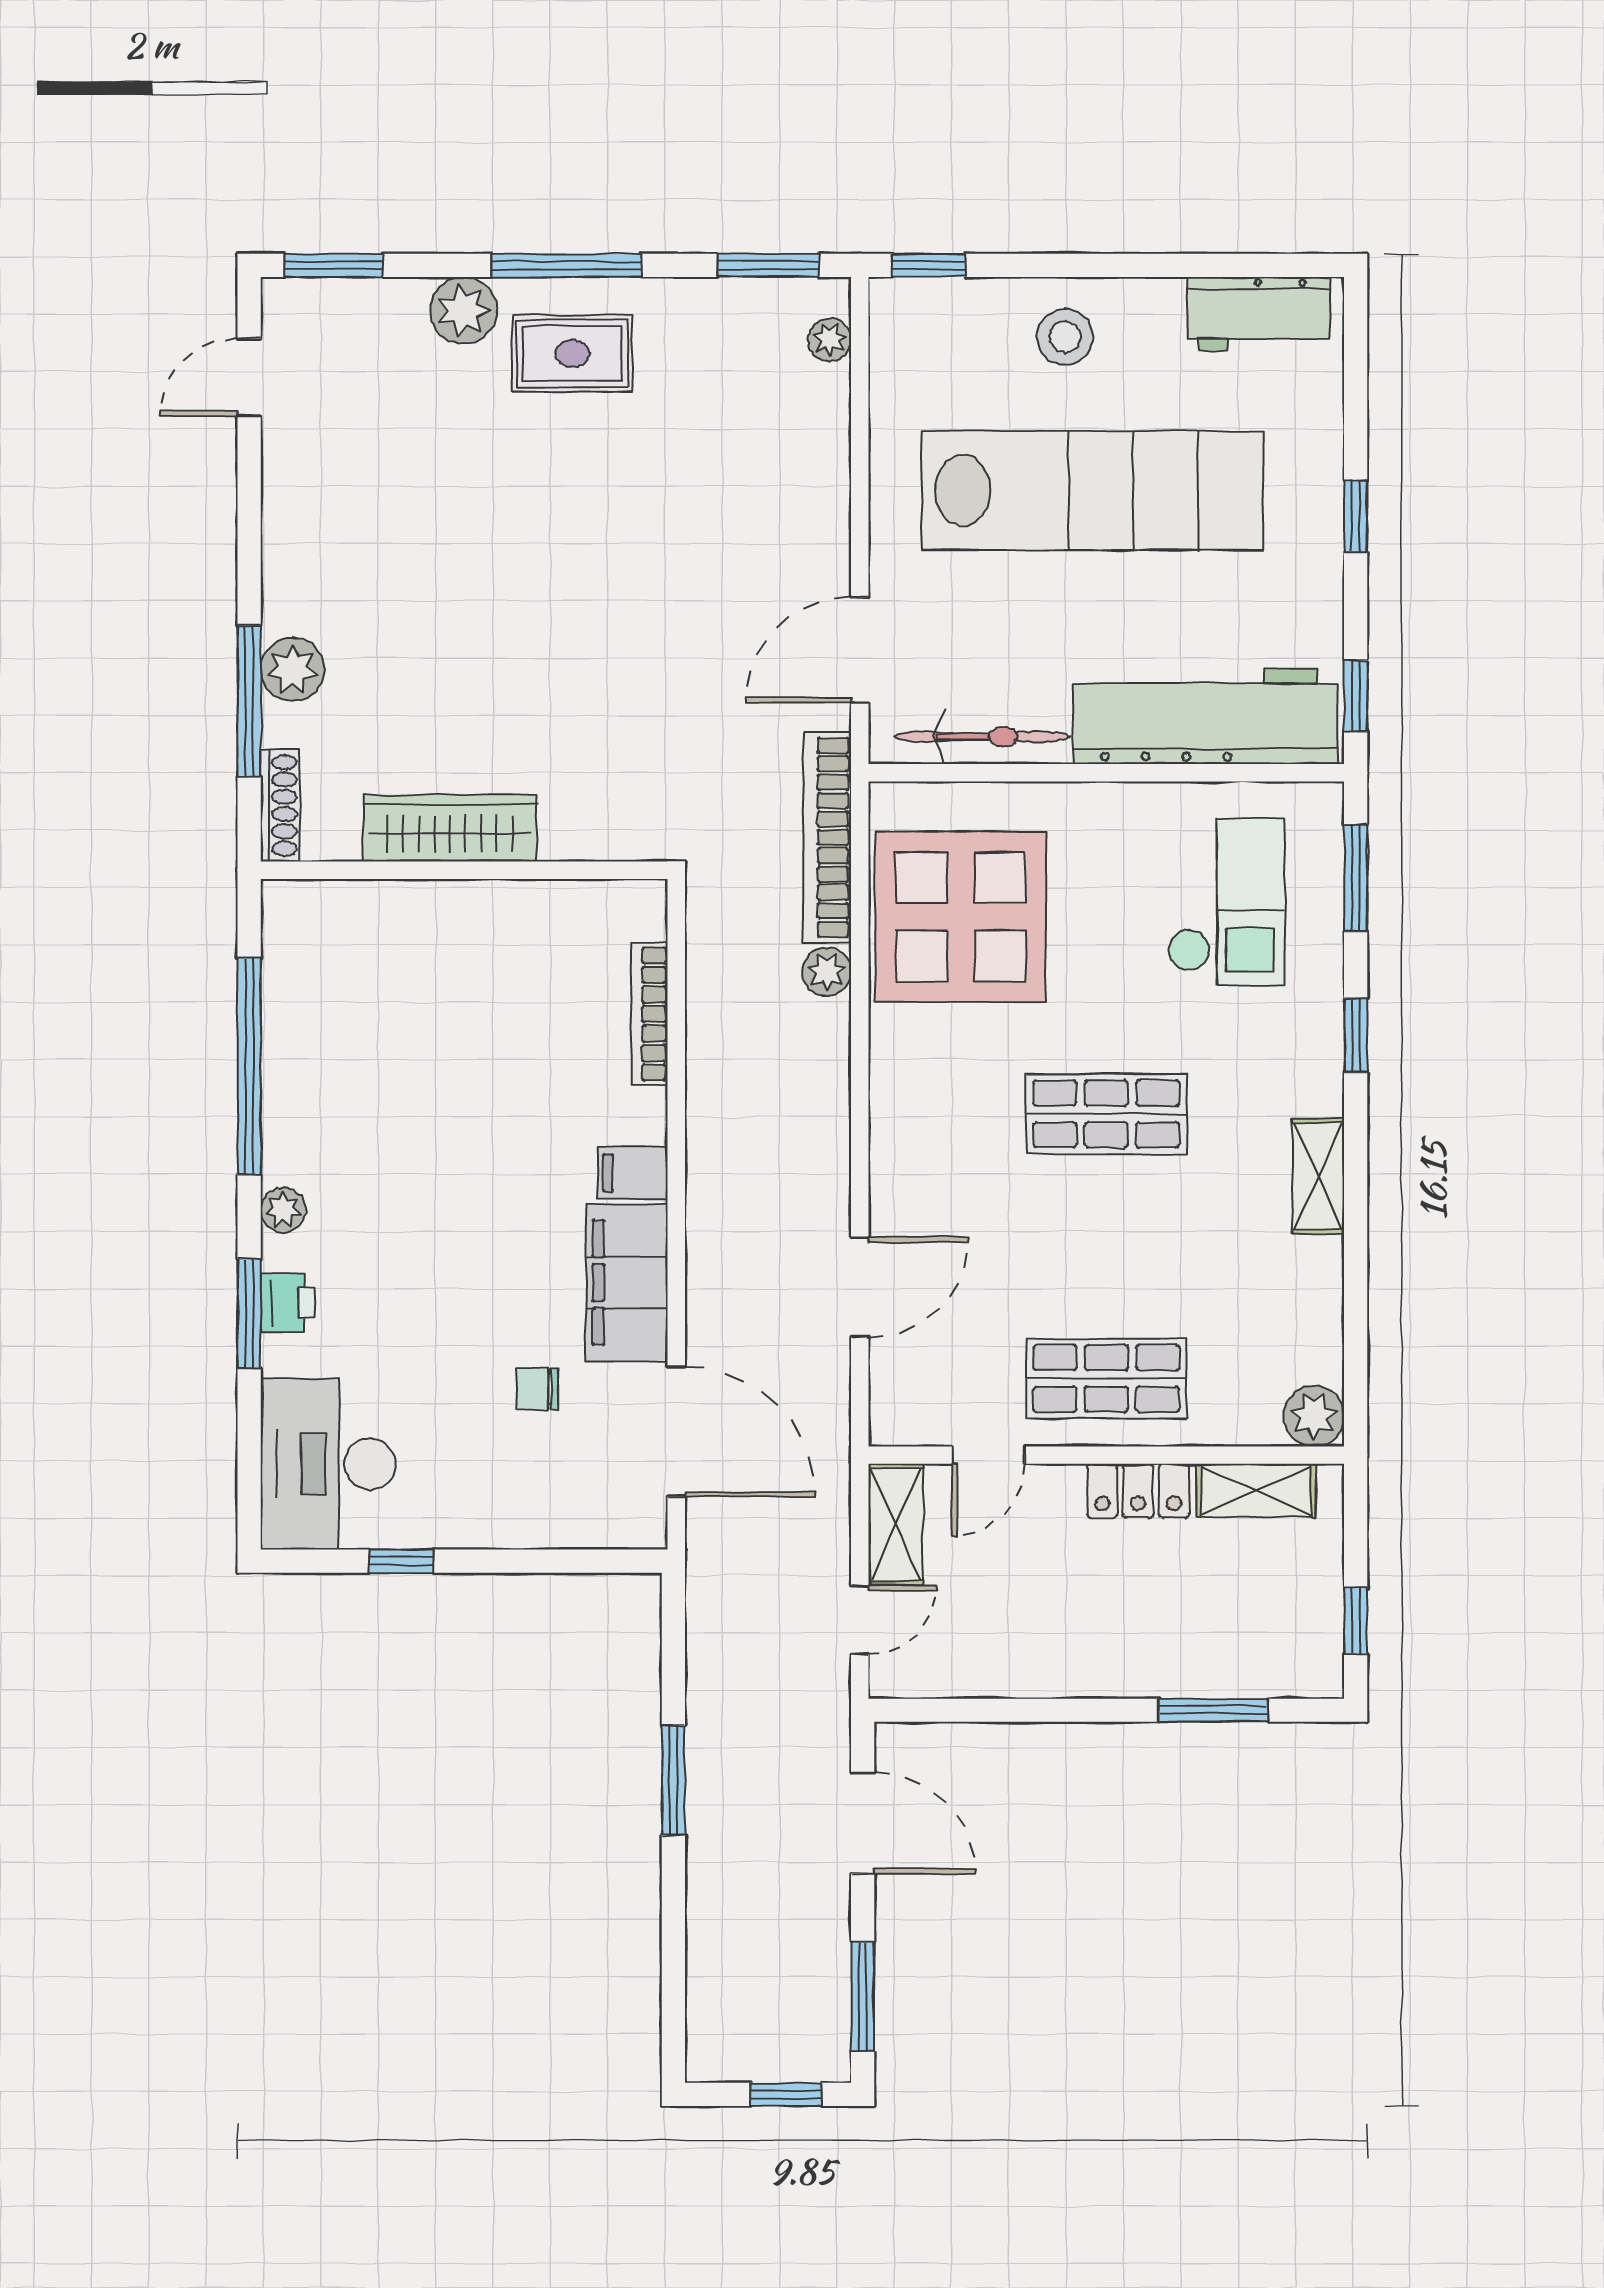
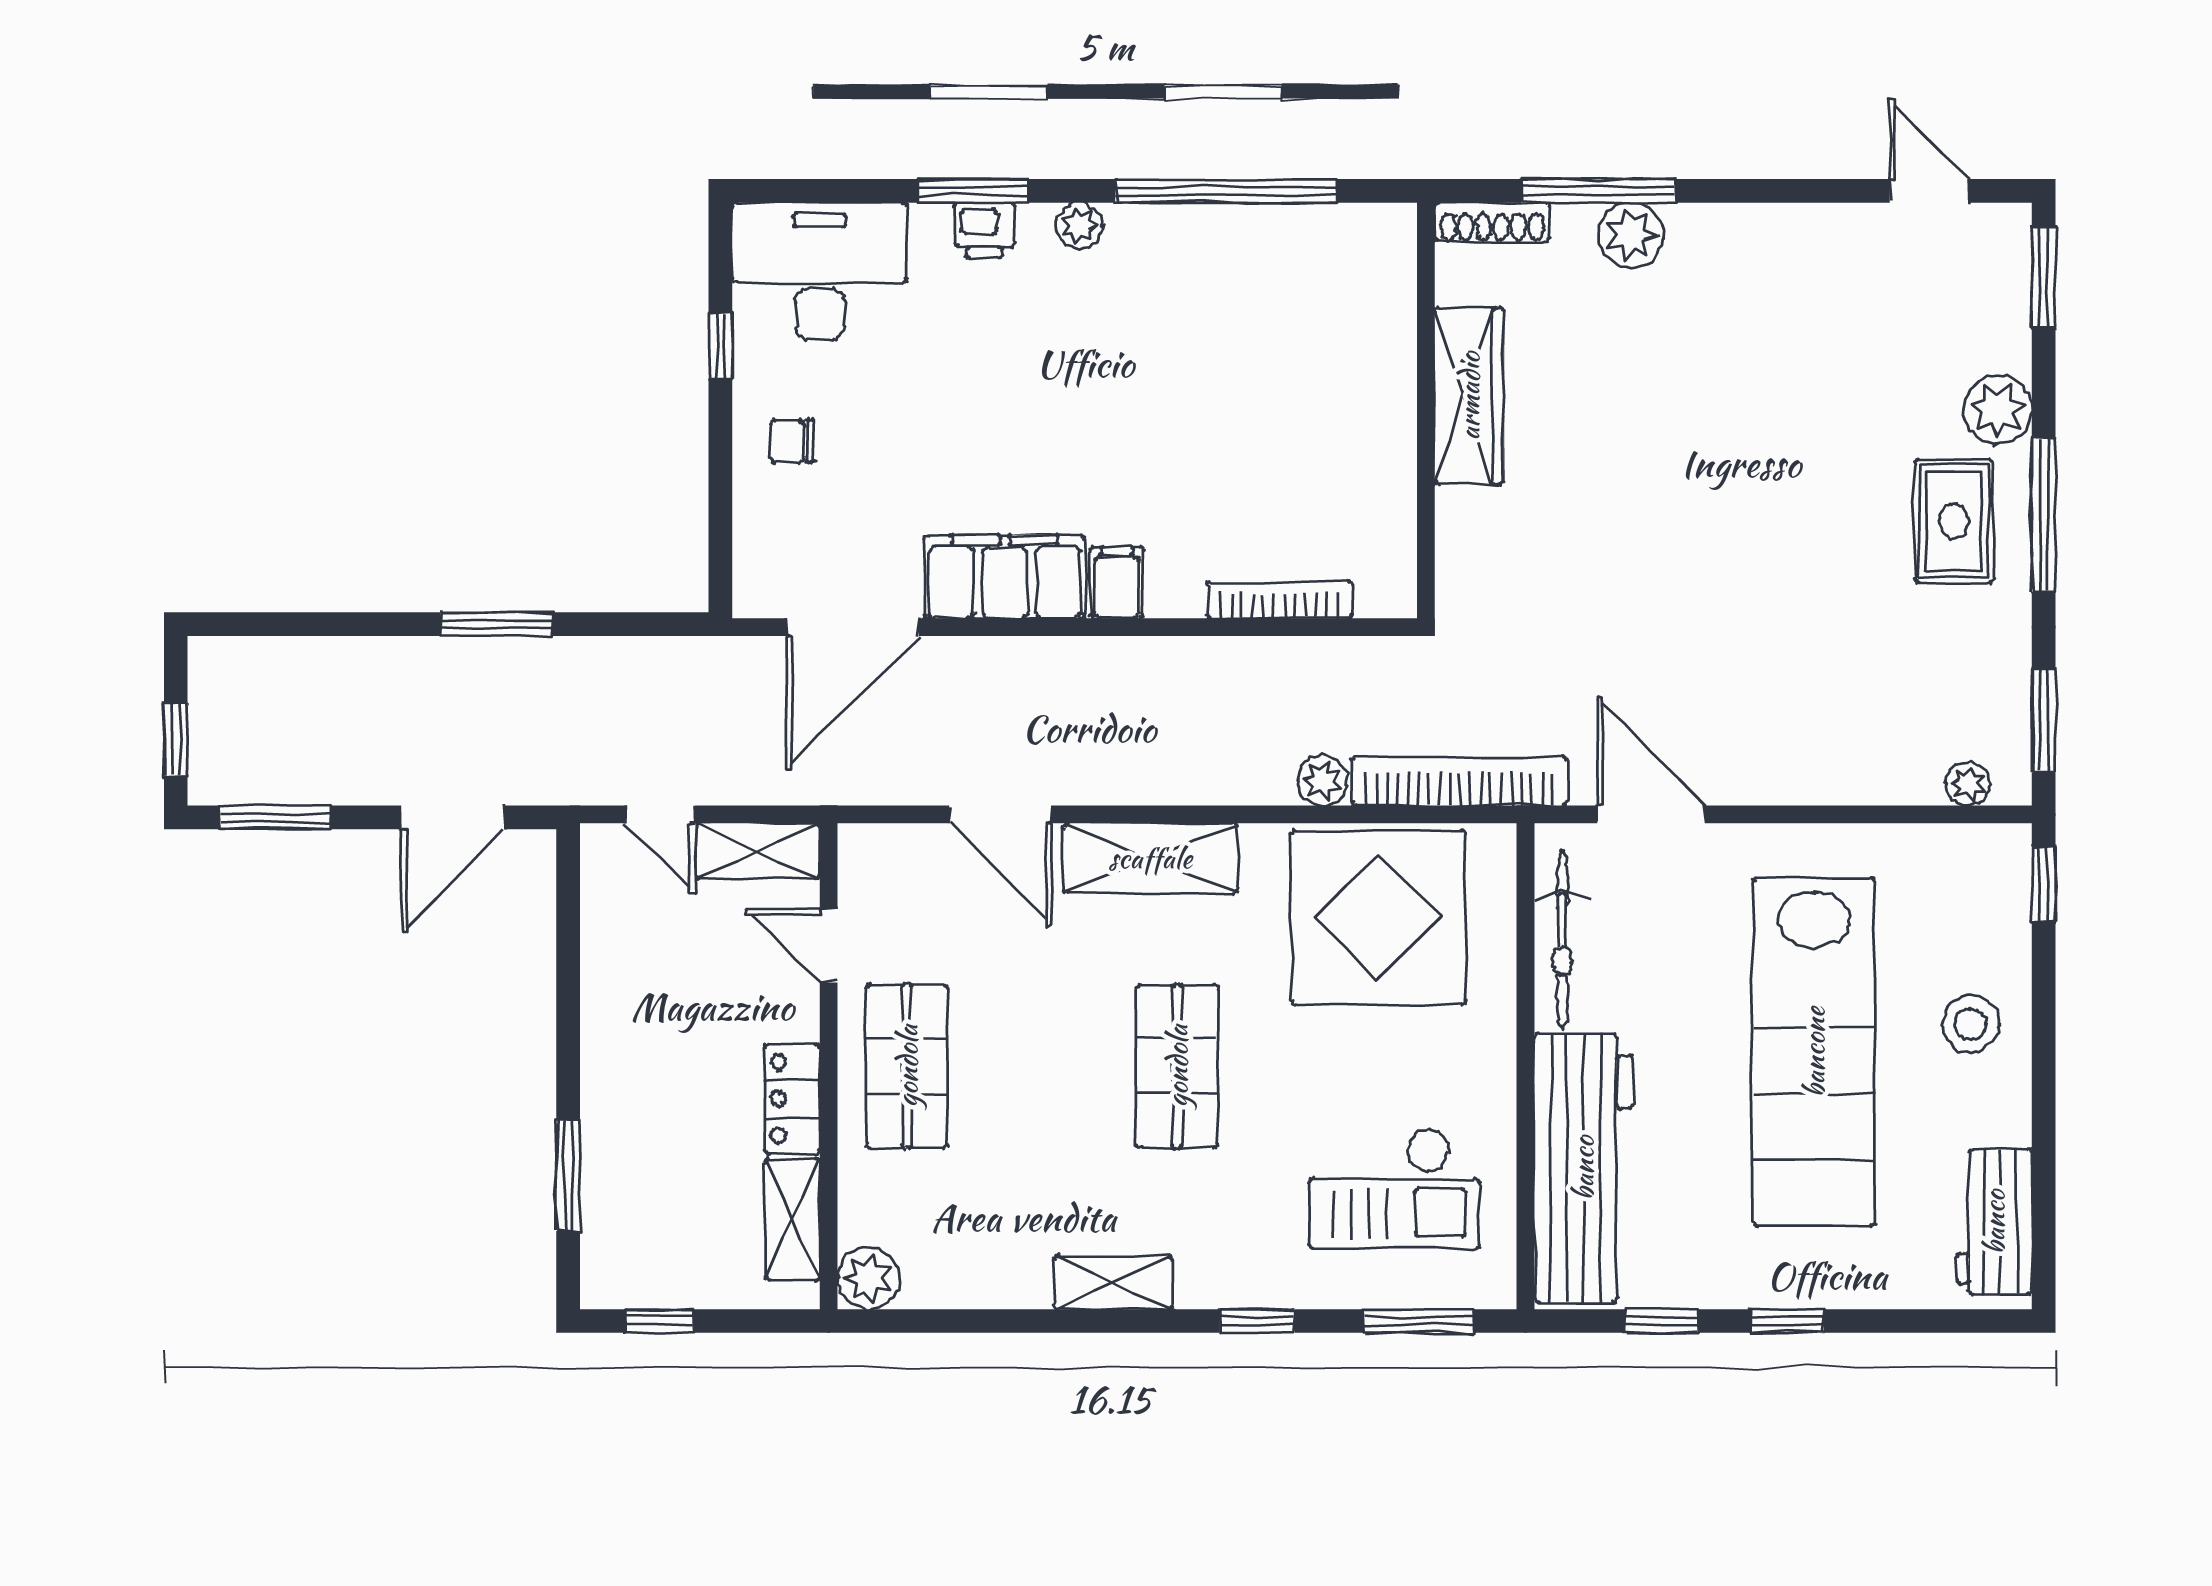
window: (1356, 696) -> (1662, 1321), moved
shelving: (903, 1140) -> (1150, 858), added
chair: (537, 1389) -> (792, 441), moved, turned -90

